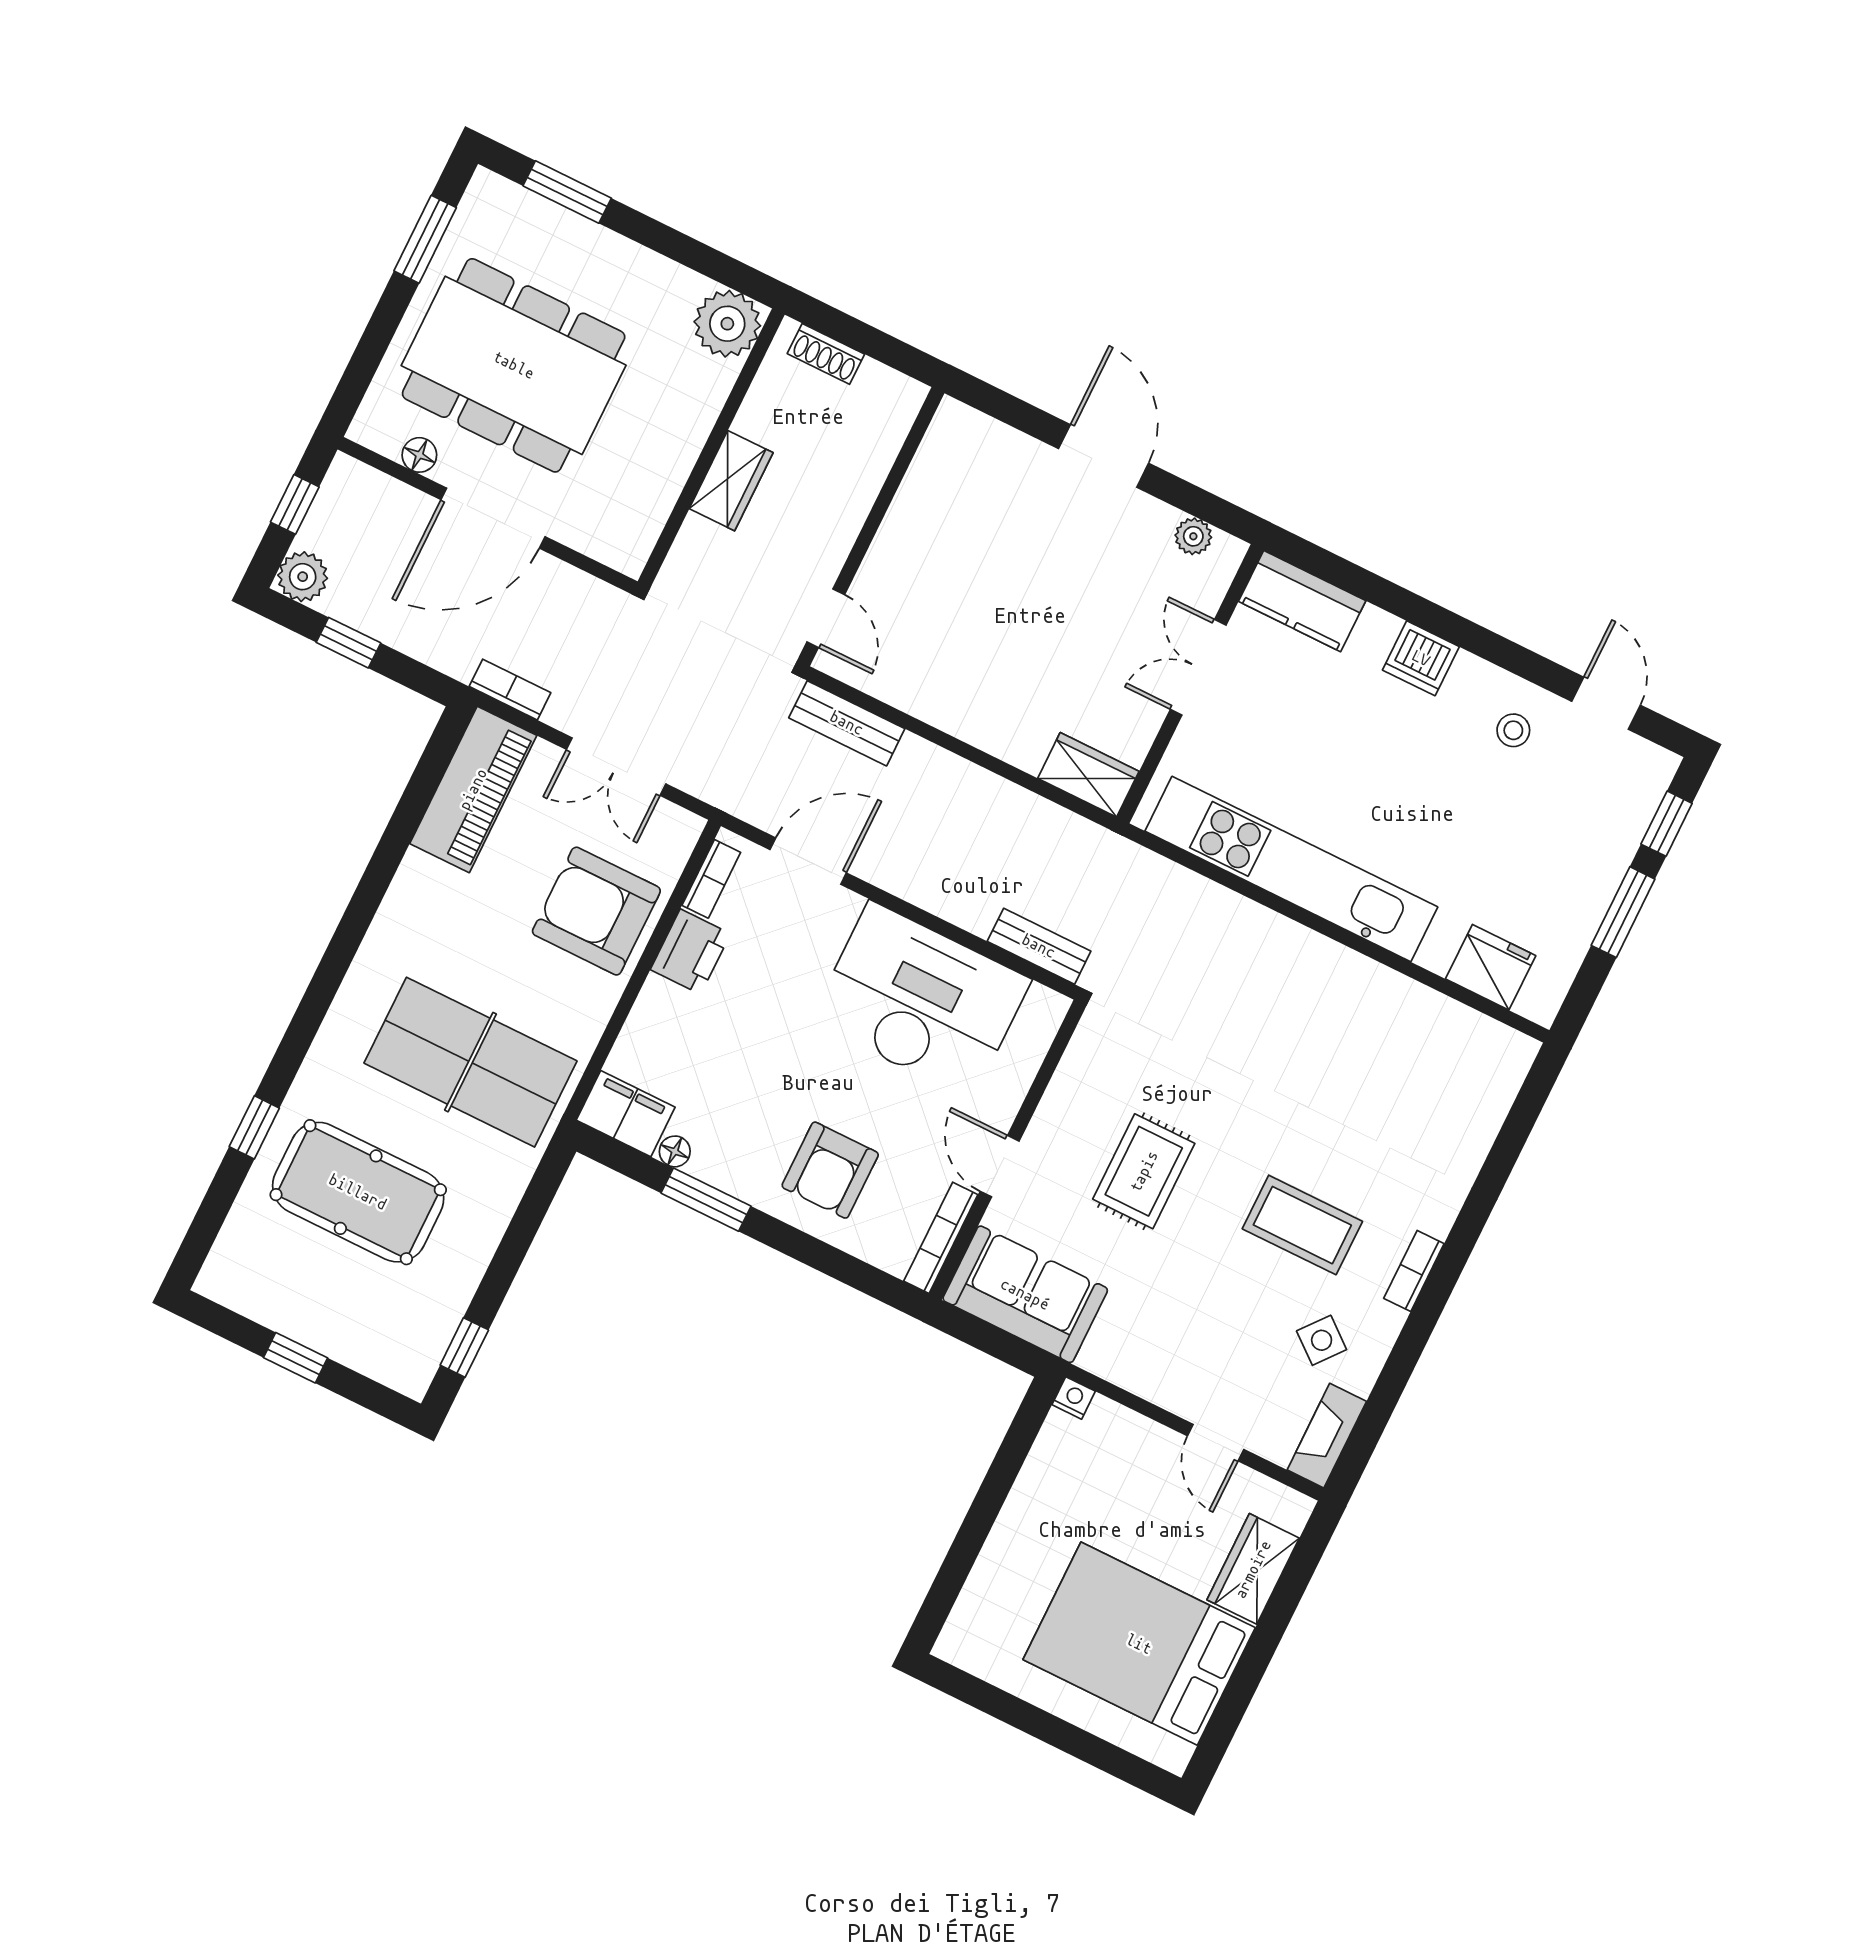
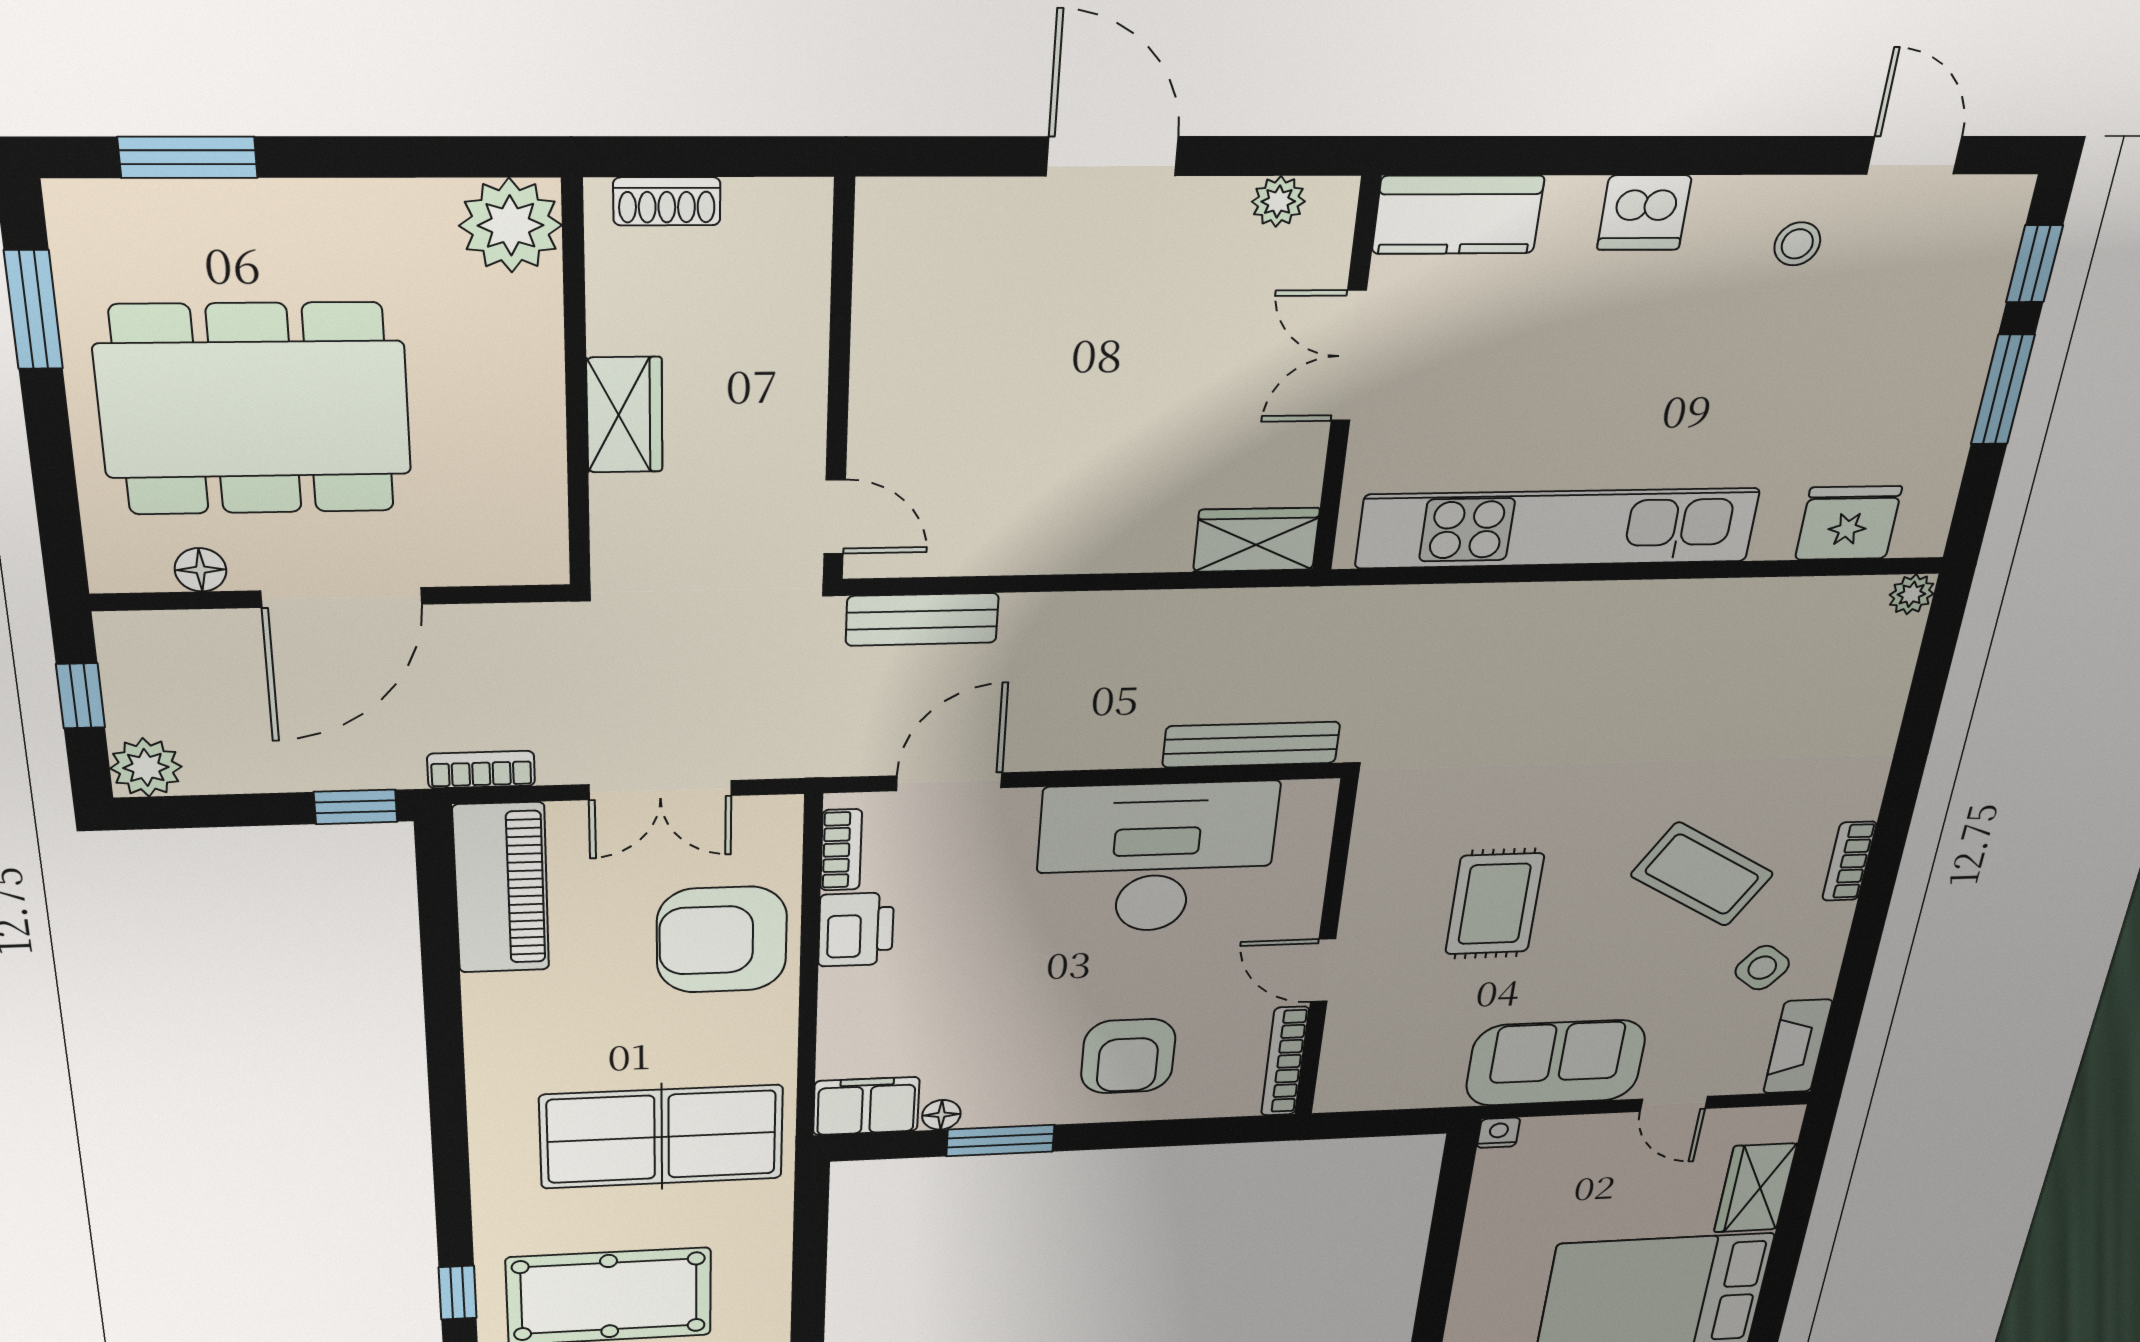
window: (348, 643) -> (356, 807), moved
bench: (1039, 946) -> (1251, 745), width x1.36
plant: (1520, 1051) -> (1912, 594), added
coffee table: (1302, 1225) -> (1702, 874), turned 31
sofa: (1025, 1294) -> (1556, 1063), moved

